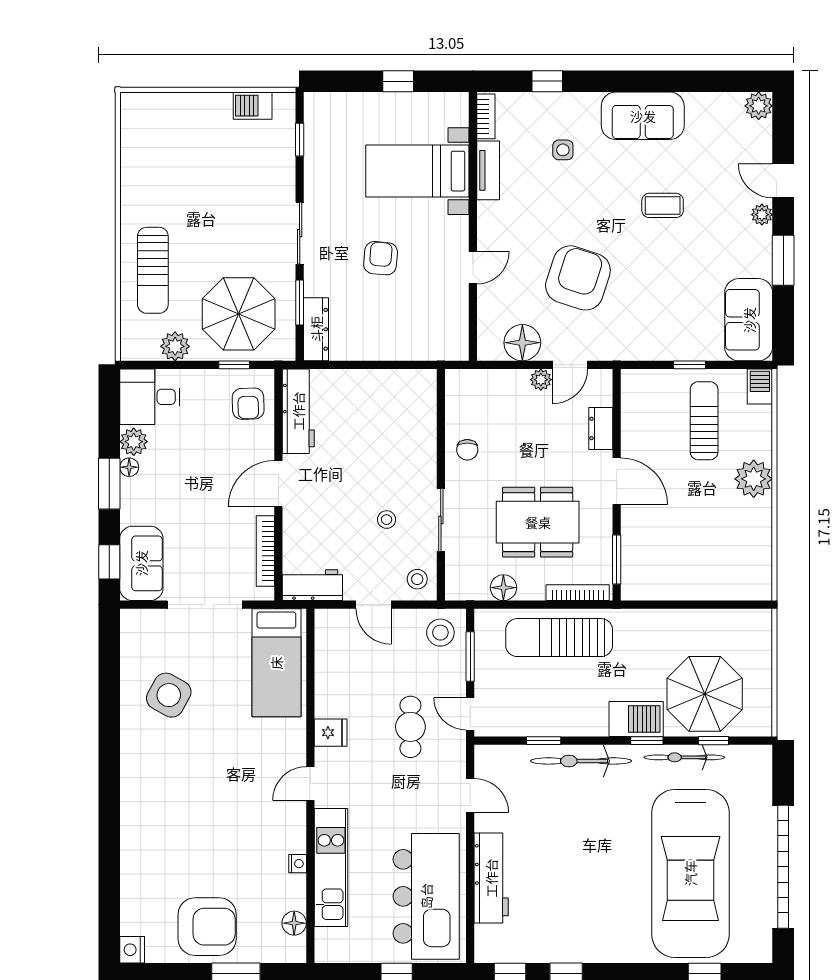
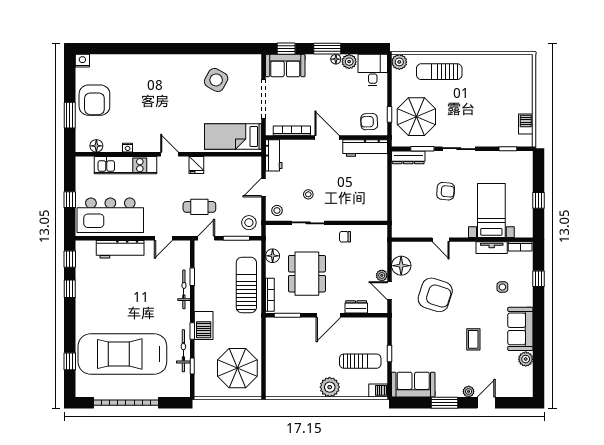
plant: (759, 106) -> (526, 359), moved
plant: (175, 346) -> (399, 62), moved
parasol: (705, 694) -> (237, 368), moved
bicycle: (581, 761) -> (184, 289), width x0.73, depth x0.71

